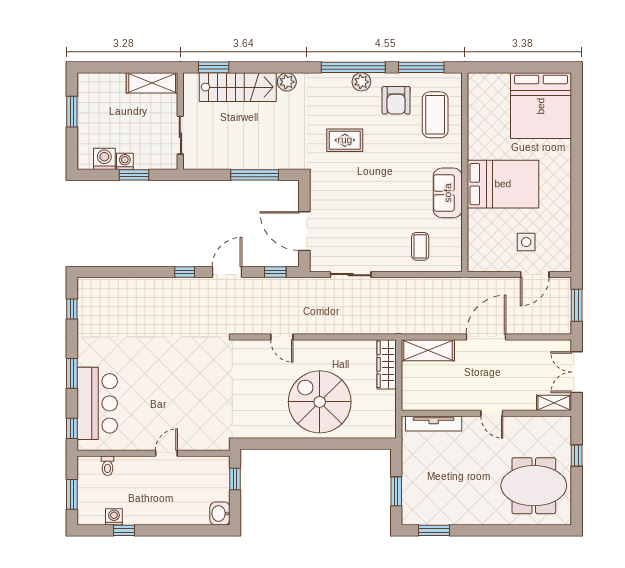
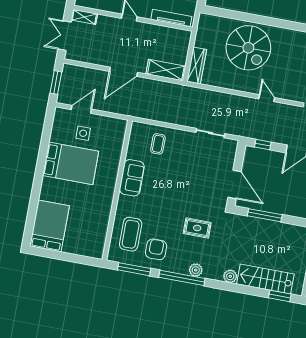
plant: (361, 82) -> (196, 270), moved
bed: (541, 106) -> (49, 226), width x0.73
bed: (503, 184) -> (71, 163), moved, turned 180
door: (304, 231) -> (234, 184), moved
double door: (577, 372) -> (65, 36), swing flipped

